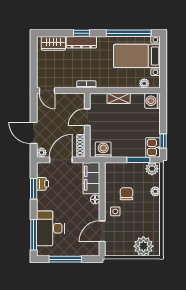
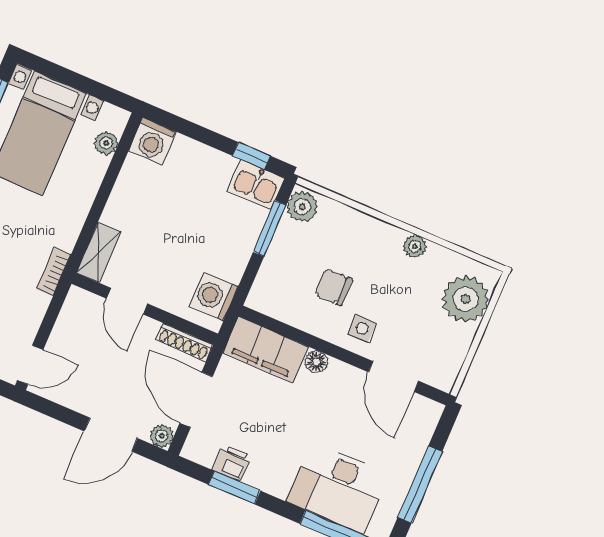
shelving: (119, 98) -> (99, 252), moved
plant: (155, 191) -> (415, 246), moved

